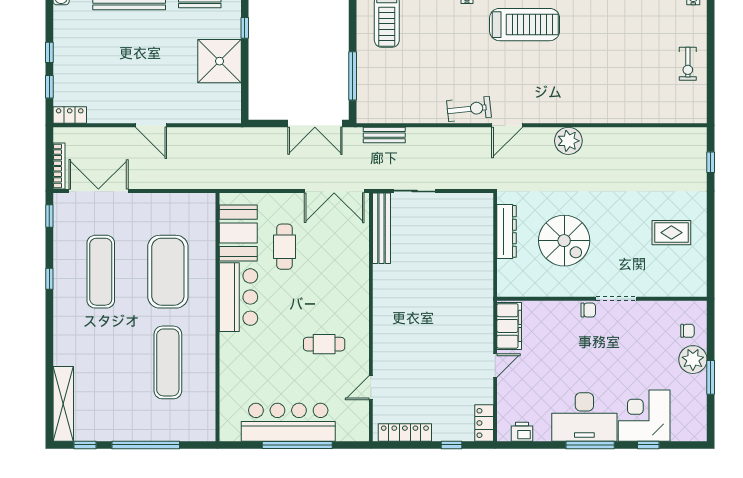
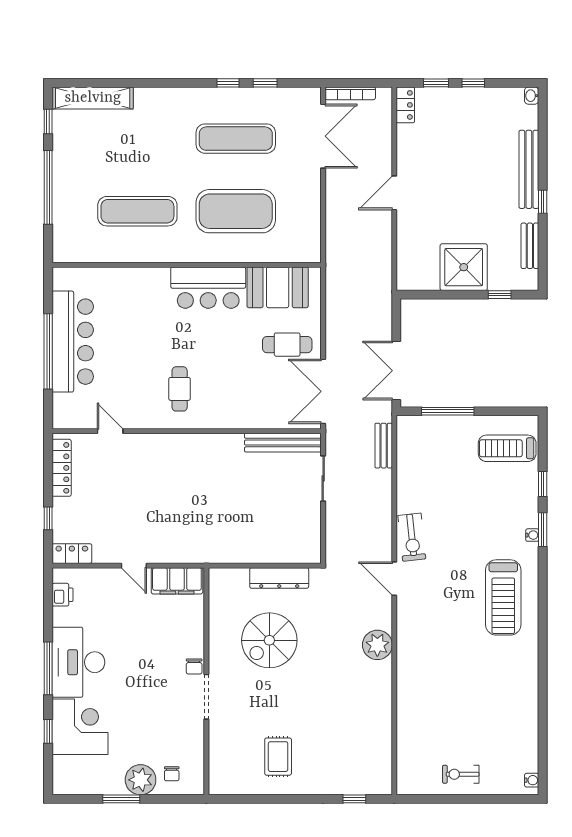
window: (49, 216) -> (265, 83), moved
cafe table: (285, 247) -> (287, 345), moved
cafe table: (324, 344) -> (180, 389), moved

